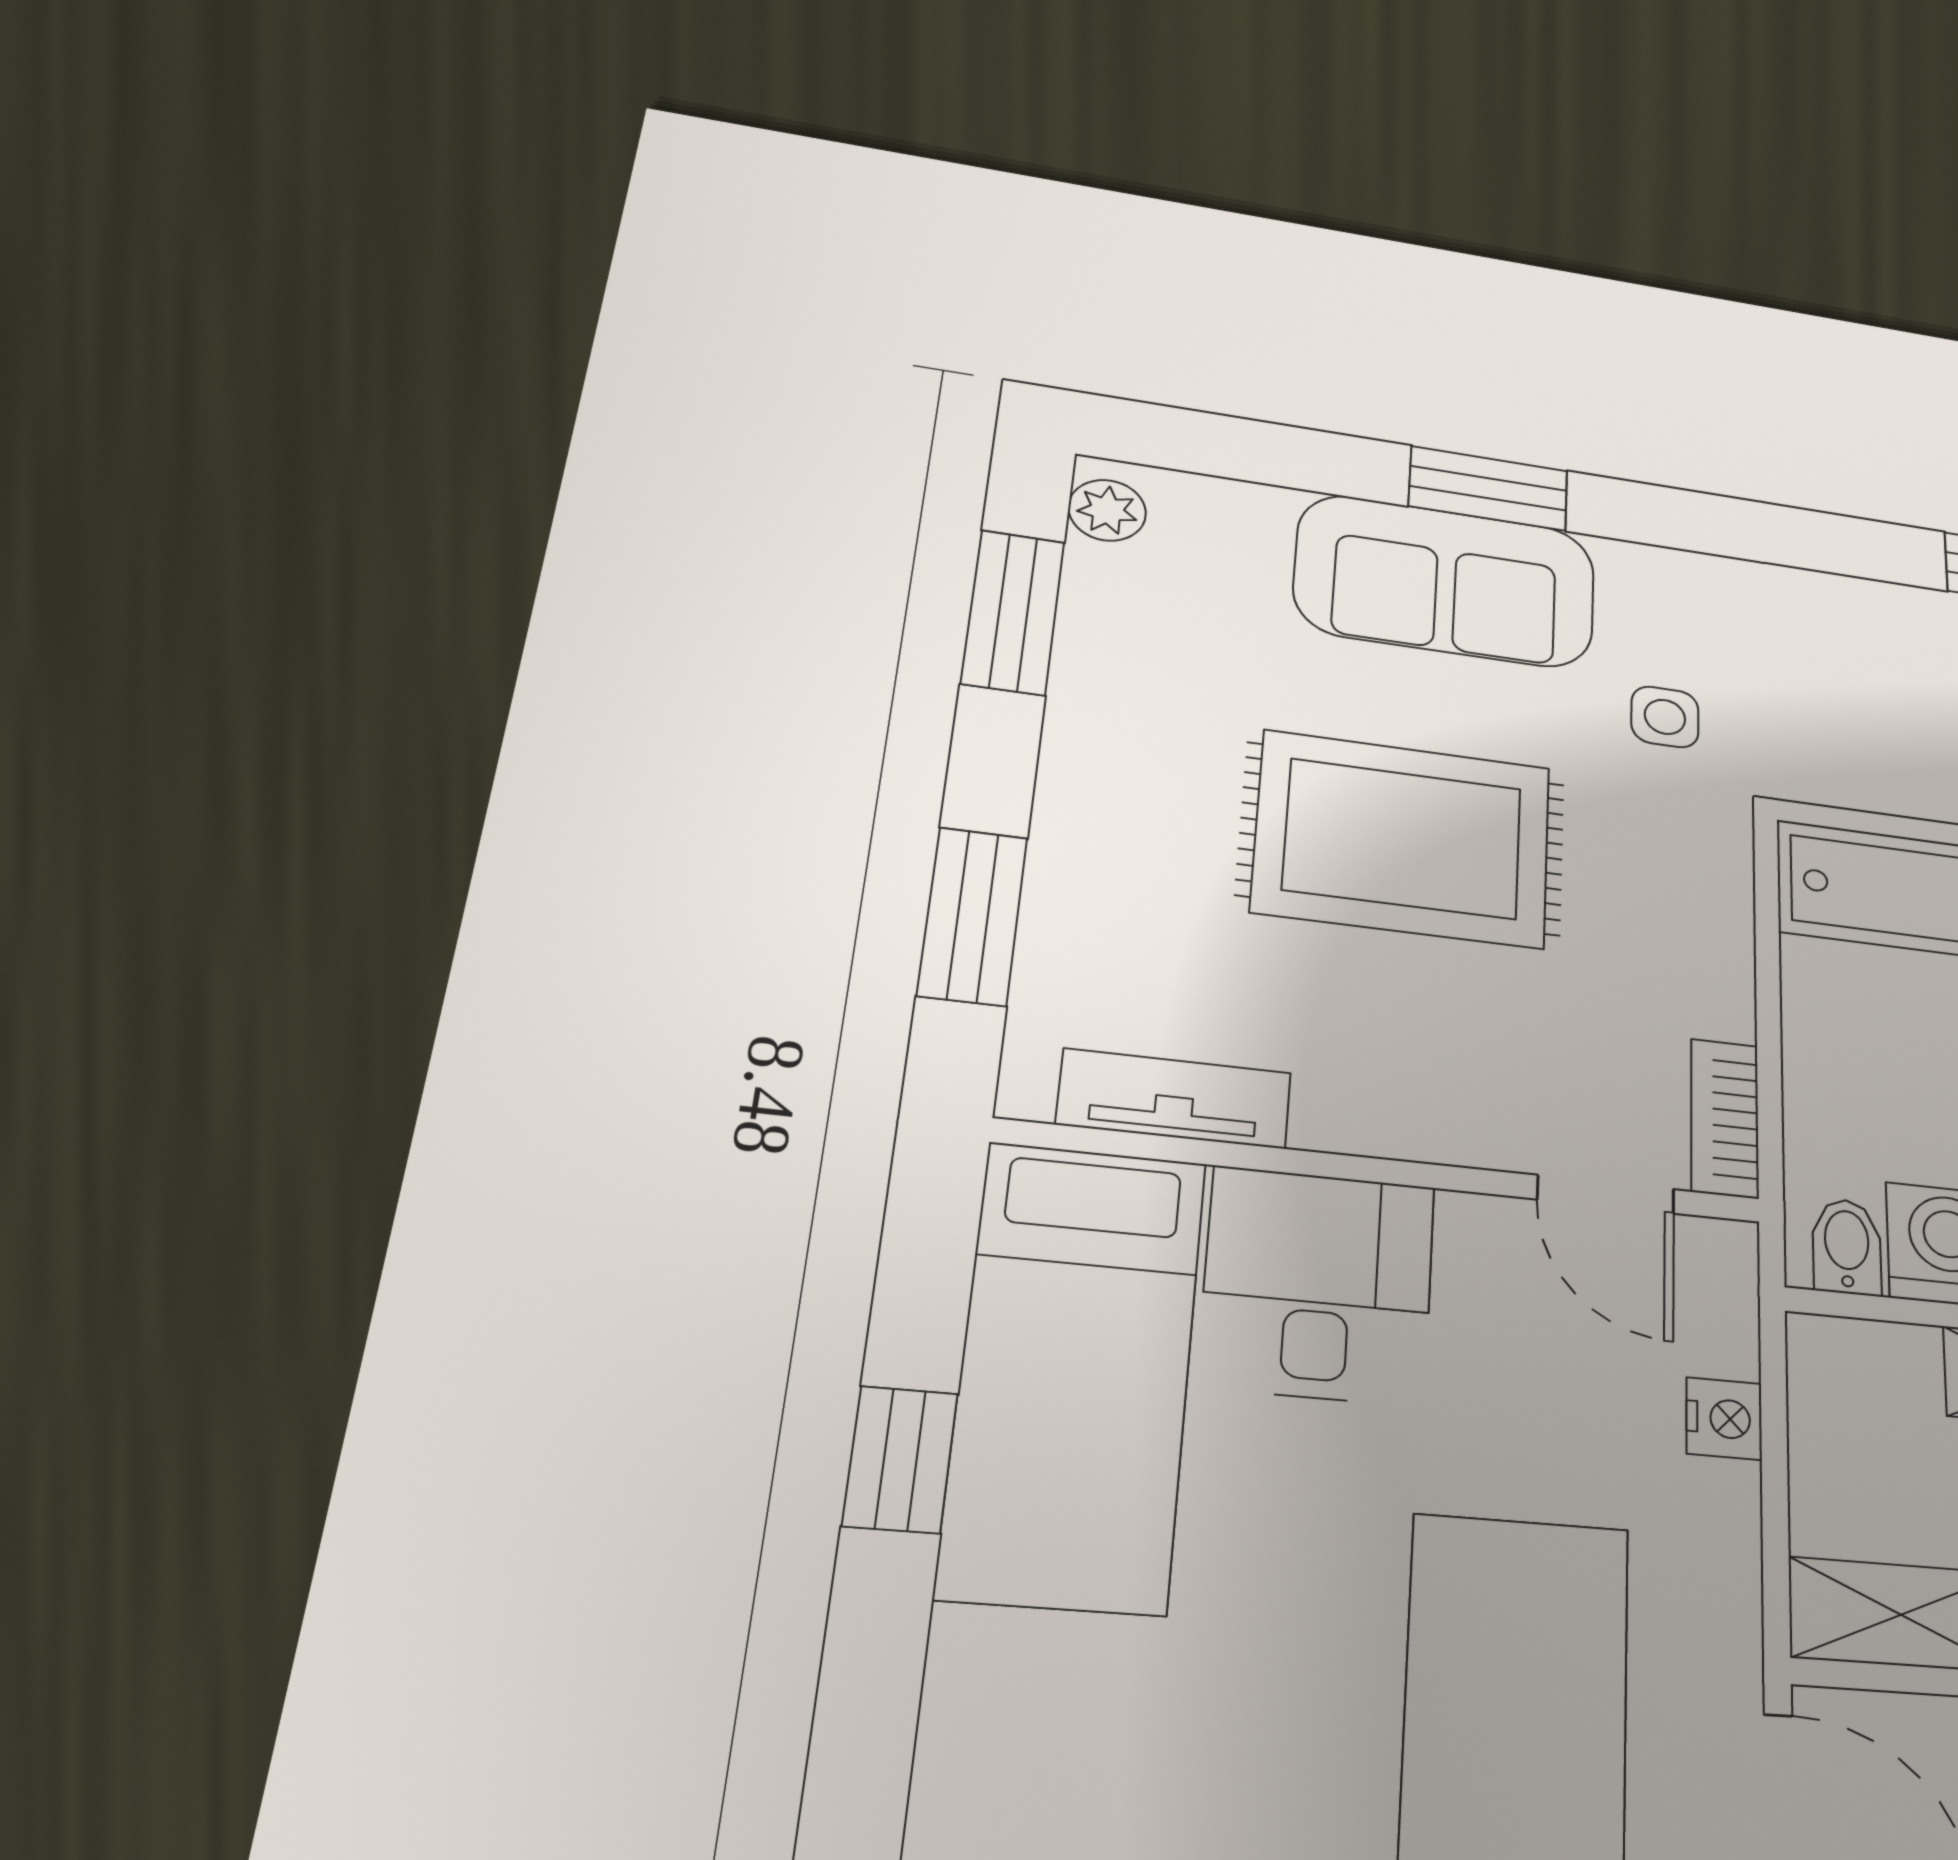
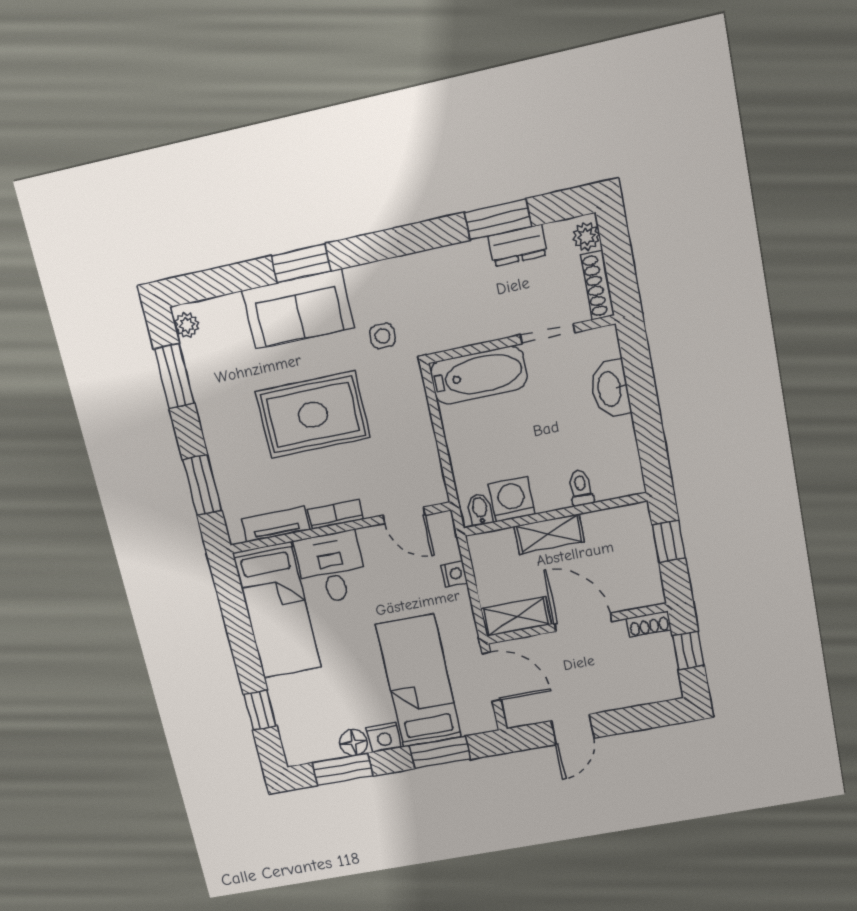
bookcase: (1725, 1118) -> (336, 514), moved, turned 90
window: (900, 1459) -> (260, 710), moved

